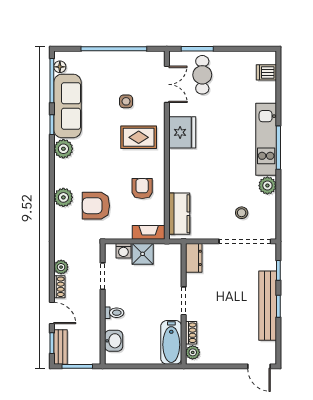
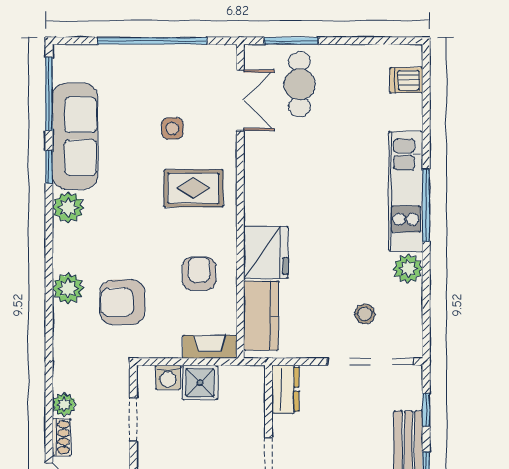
floor lamp: (60, 67) -> (62, 71), removed
fridge: (182, 132) -> (266, 252), moved

